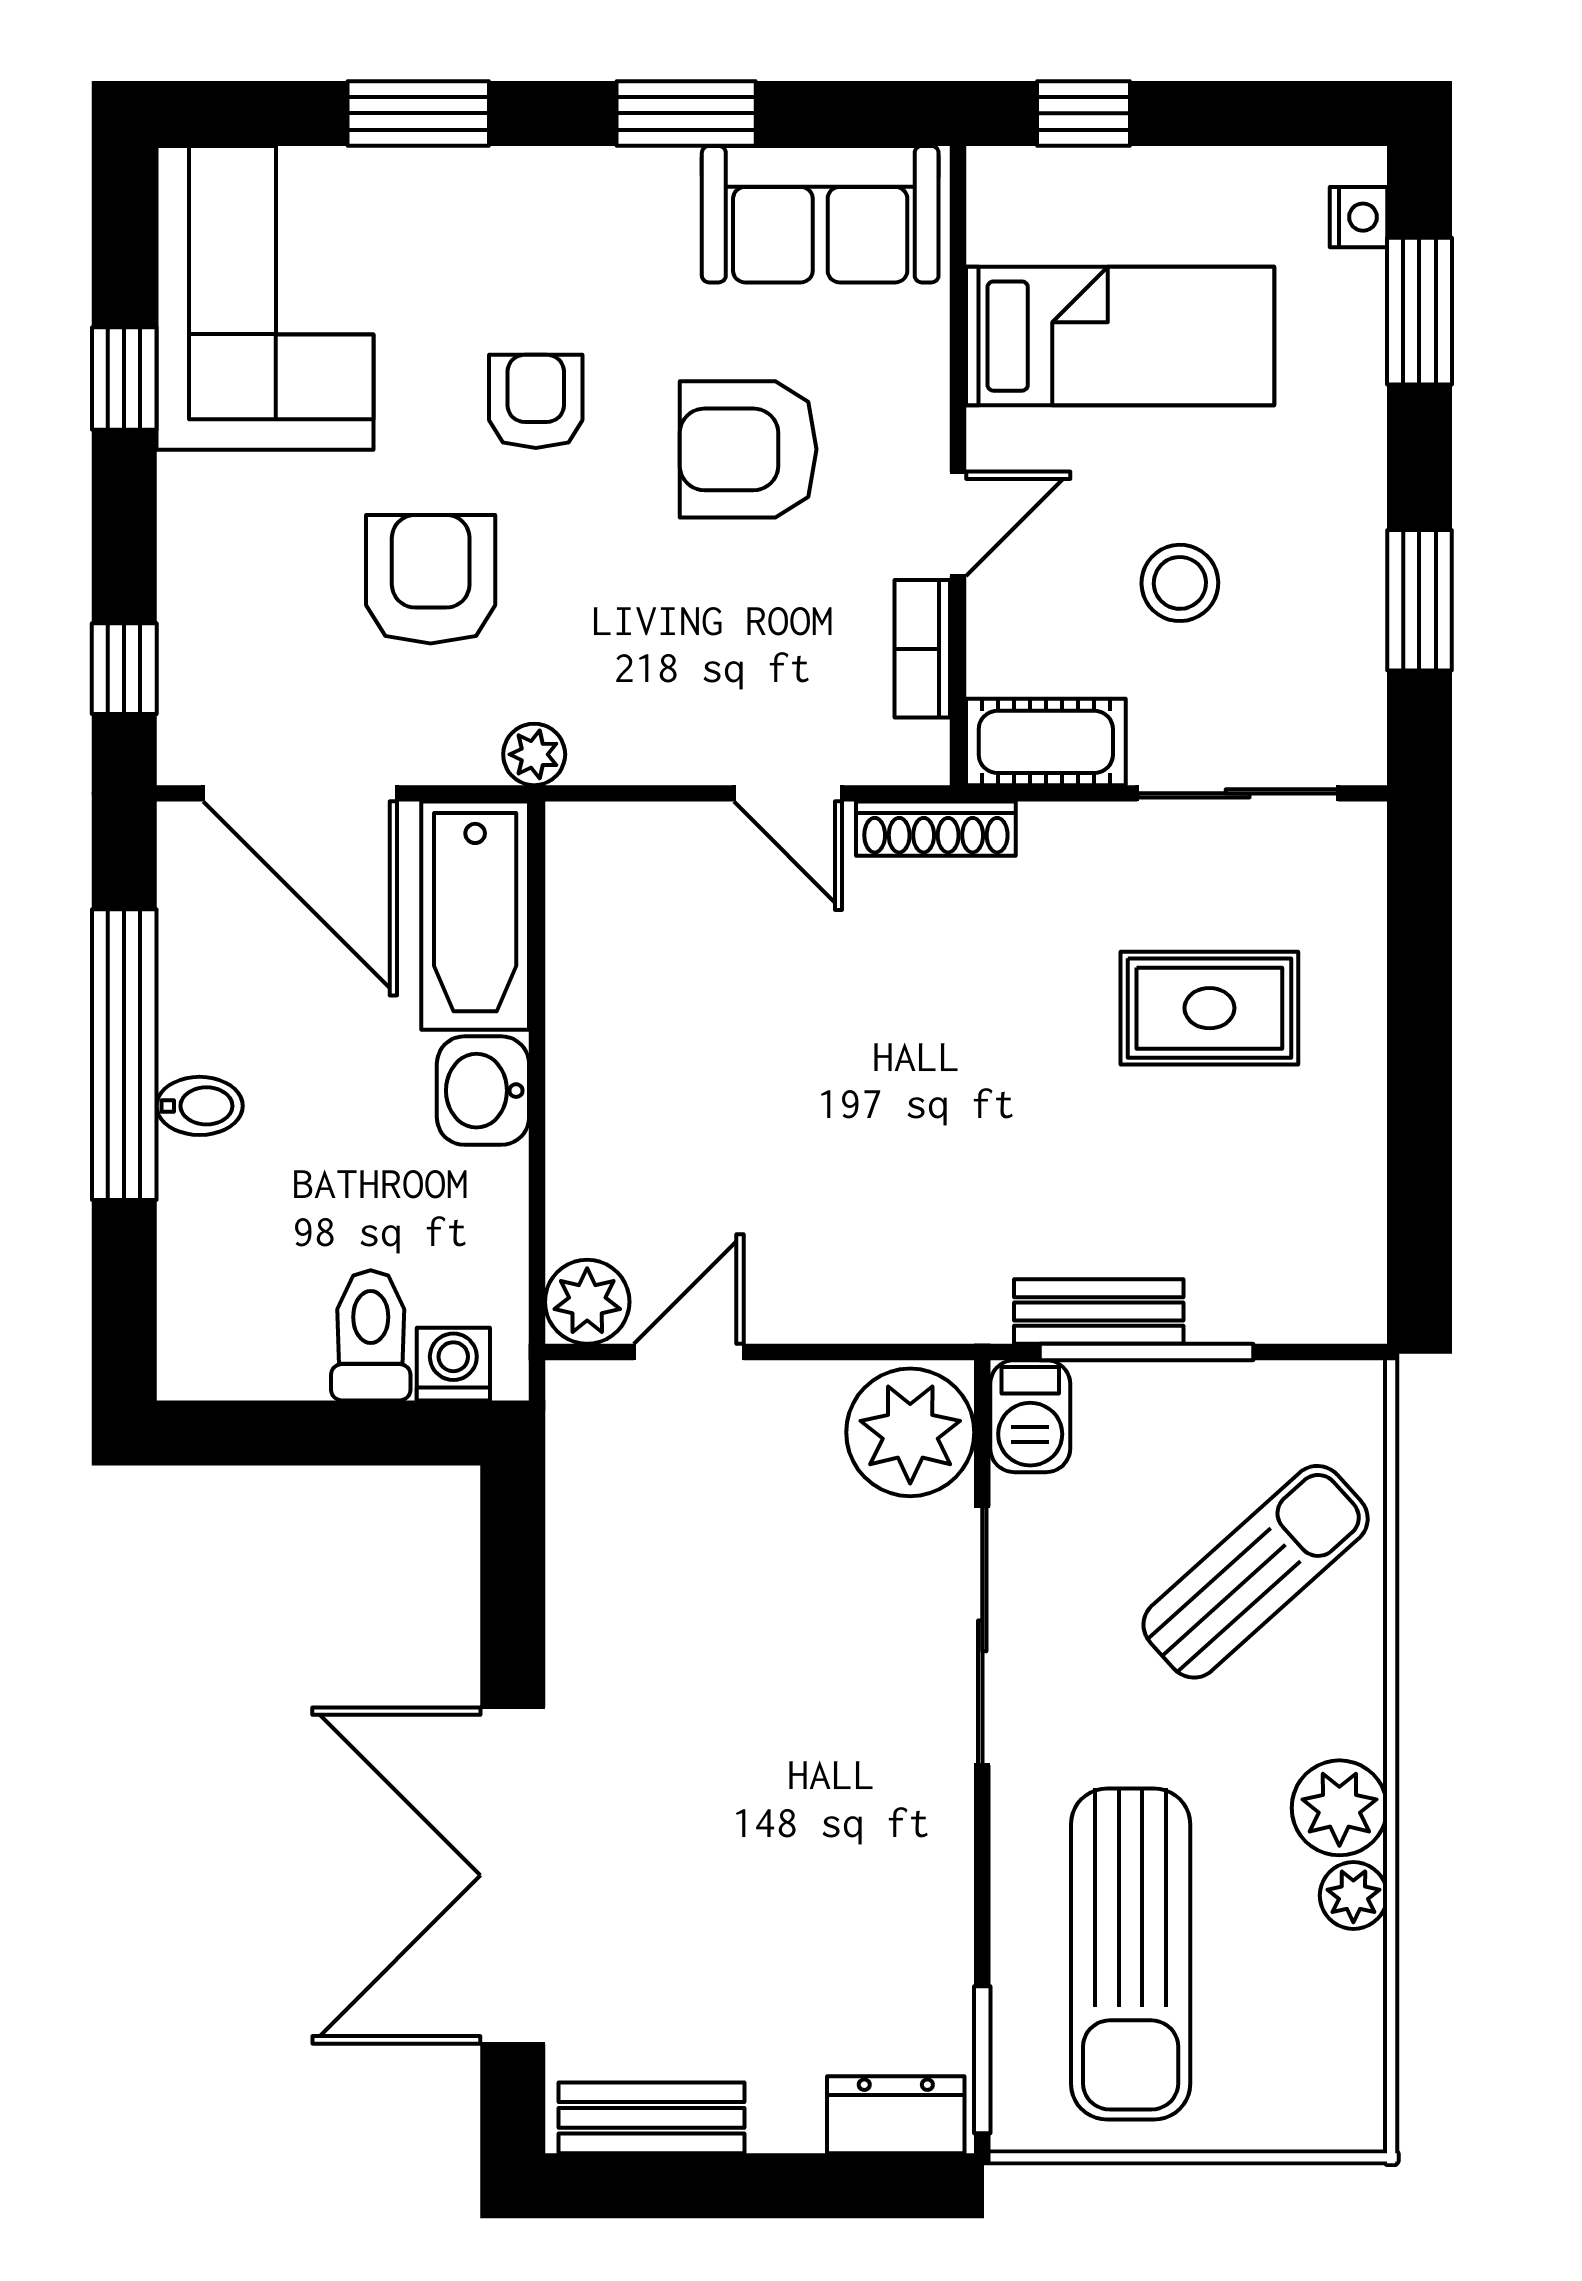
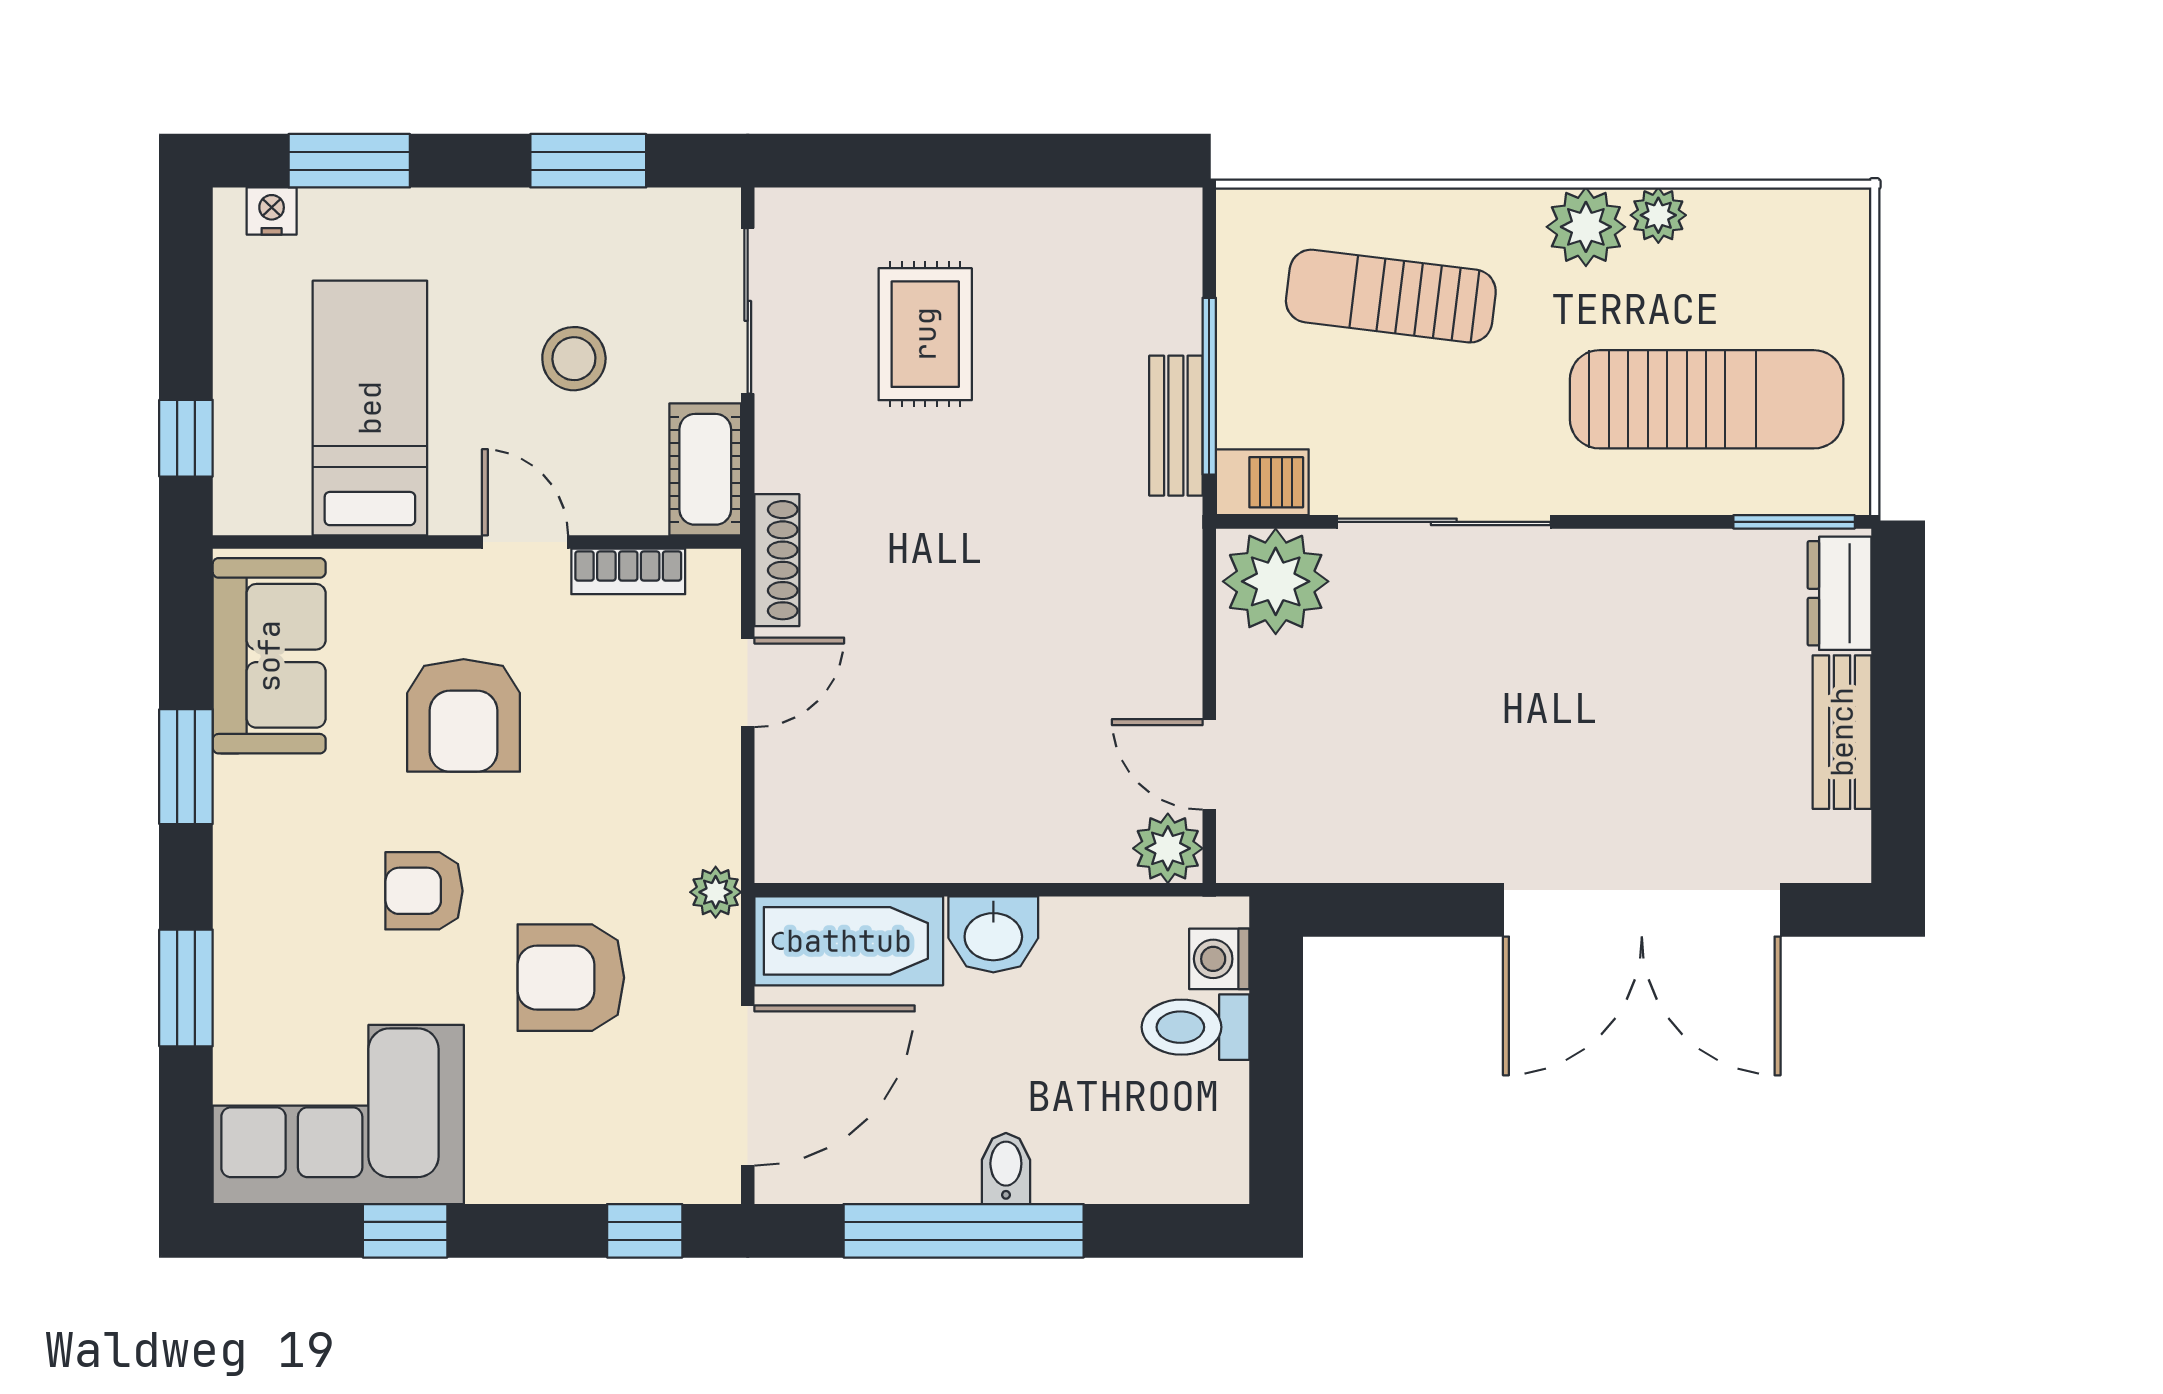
sun lounger: (1256, 1572) -> (1391, 296), turned -41
bench: (651, 2118) -> (1842, 732), moved

